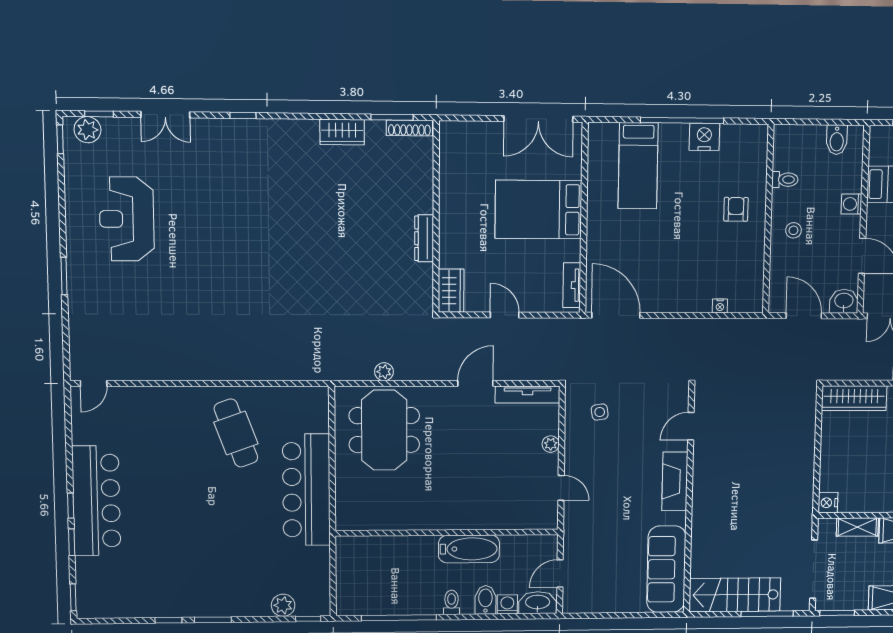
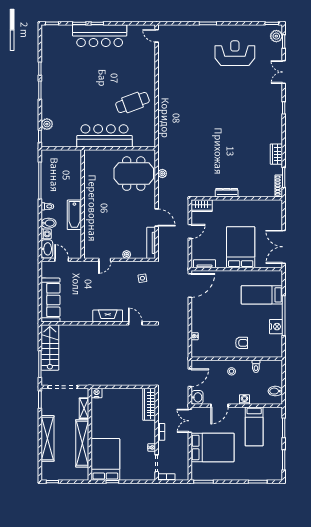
sofa: (666, 569) -> (51, 300), moved, turned 90

